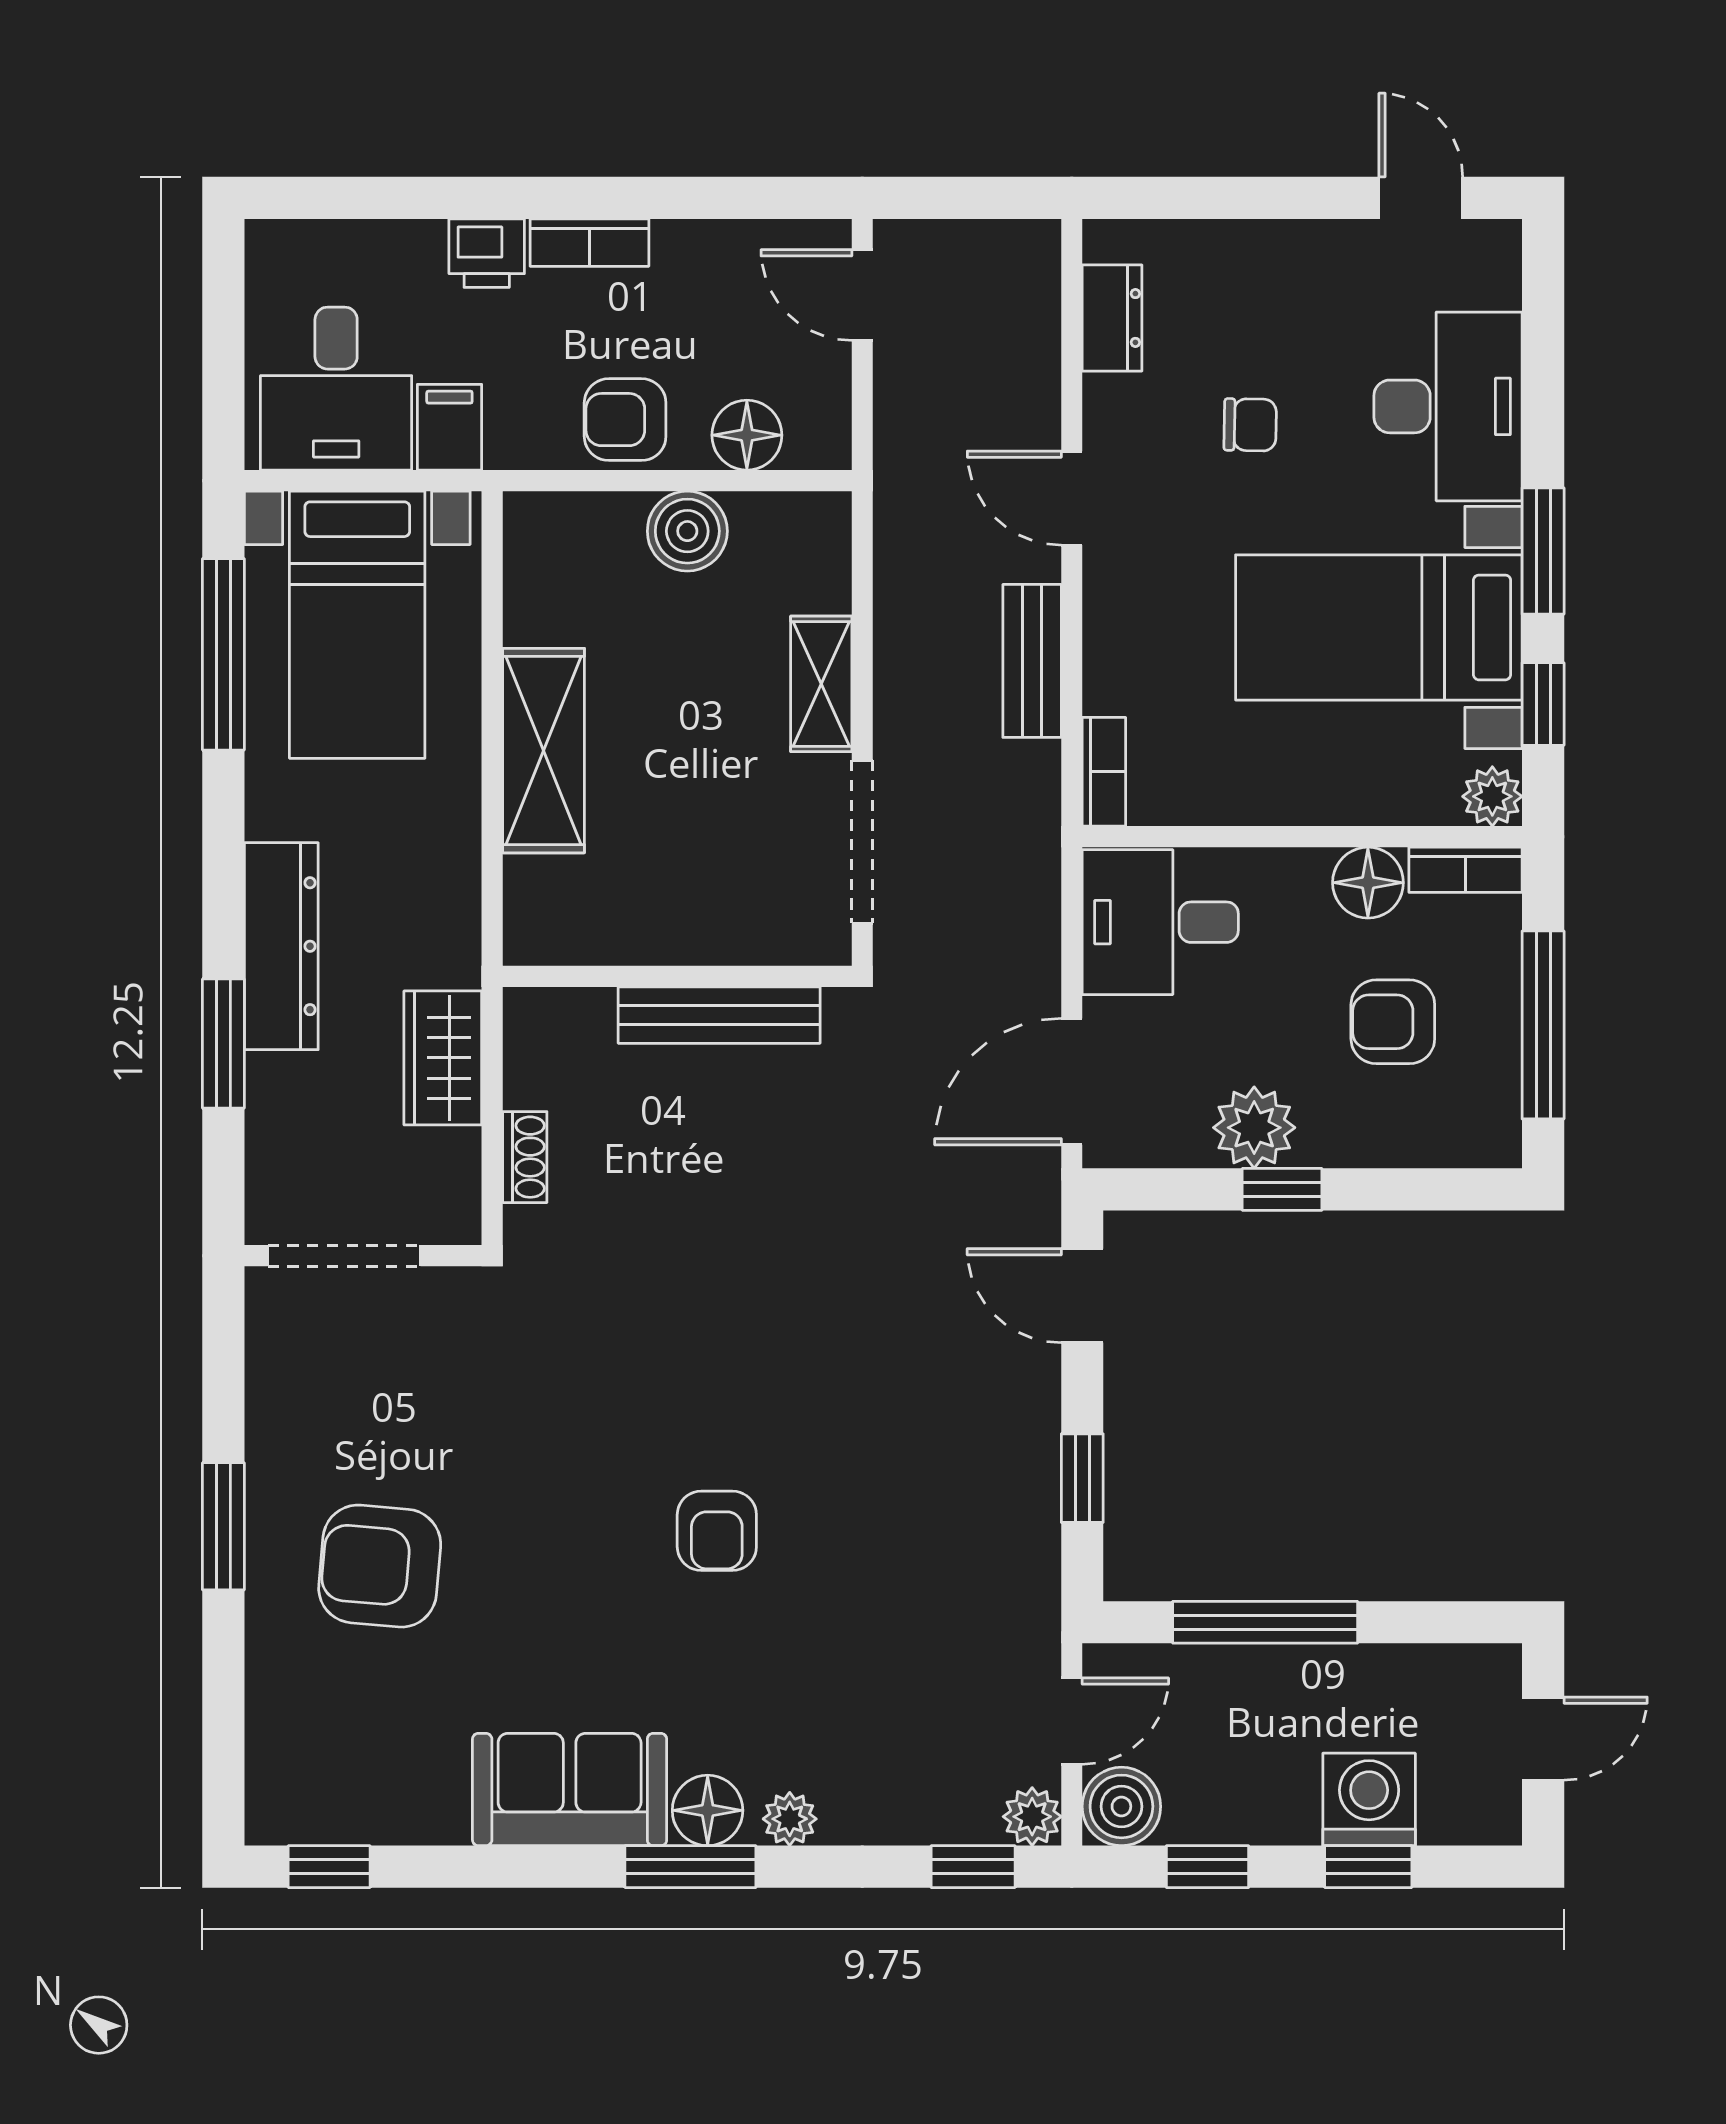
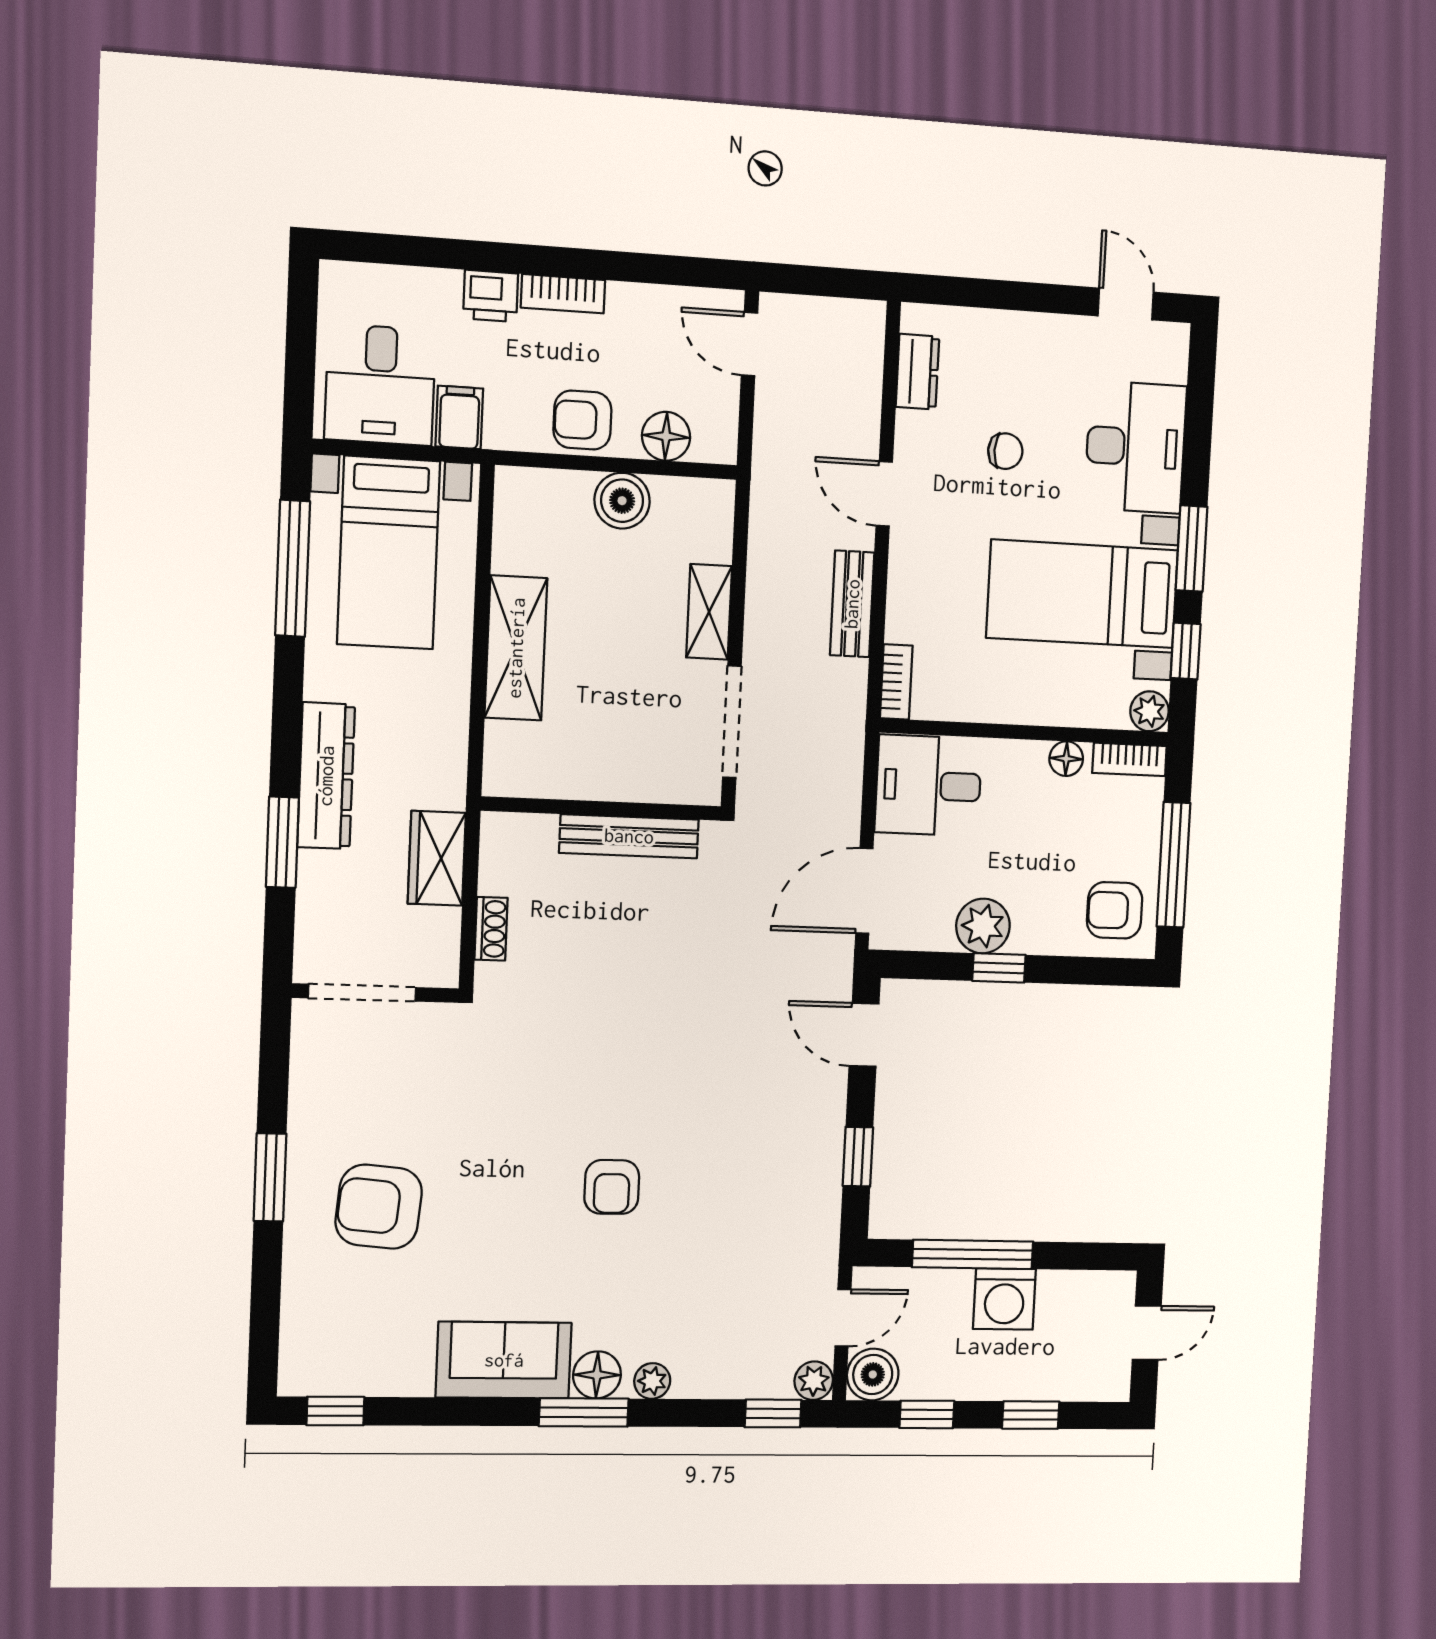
floor lamp: (1368, 883) -> (1066, 759), width x0.73, depth x0.73
armchair: (1393, 1022) -> (1115, 910), moved
washing machine: (1369, 1799) -> (1004, 1299), moved, turned 180

